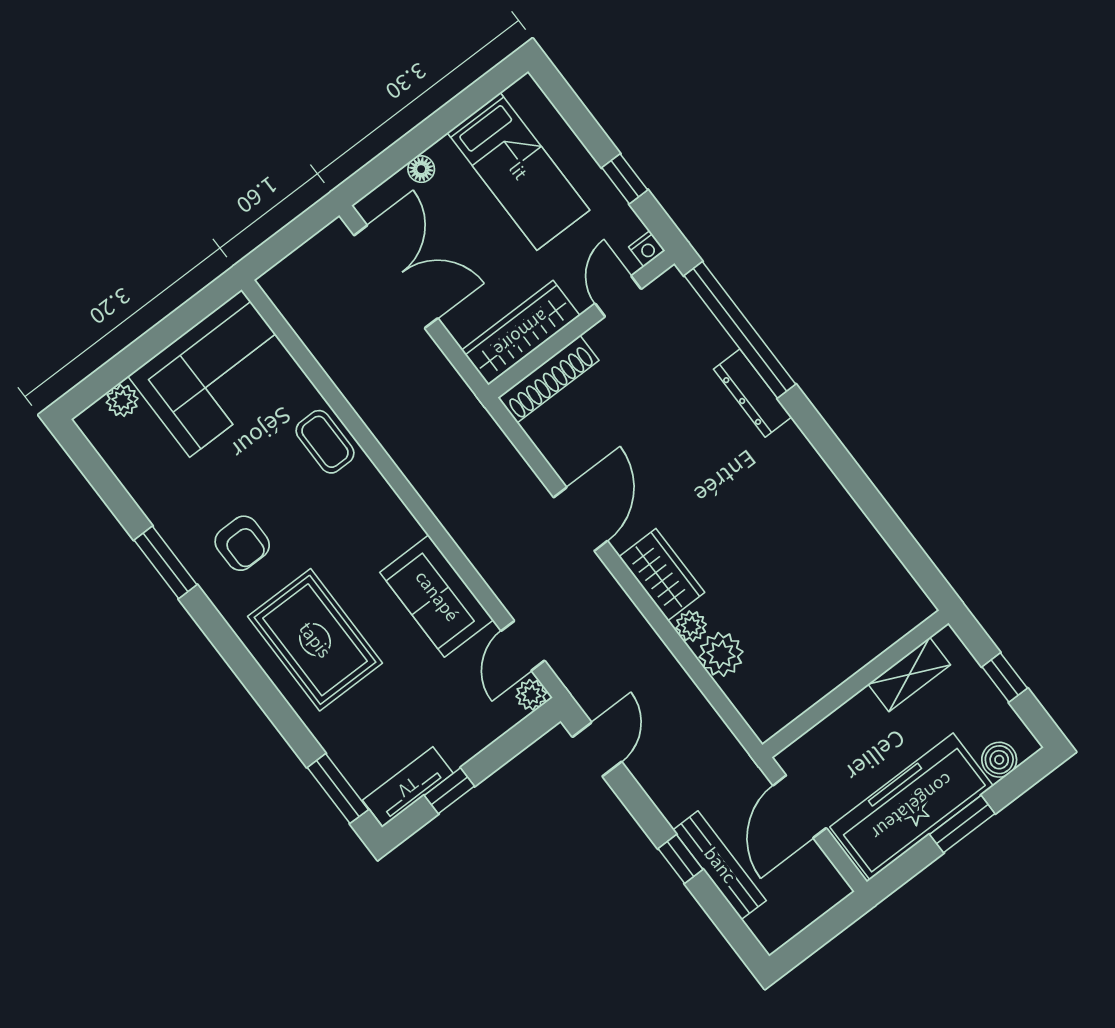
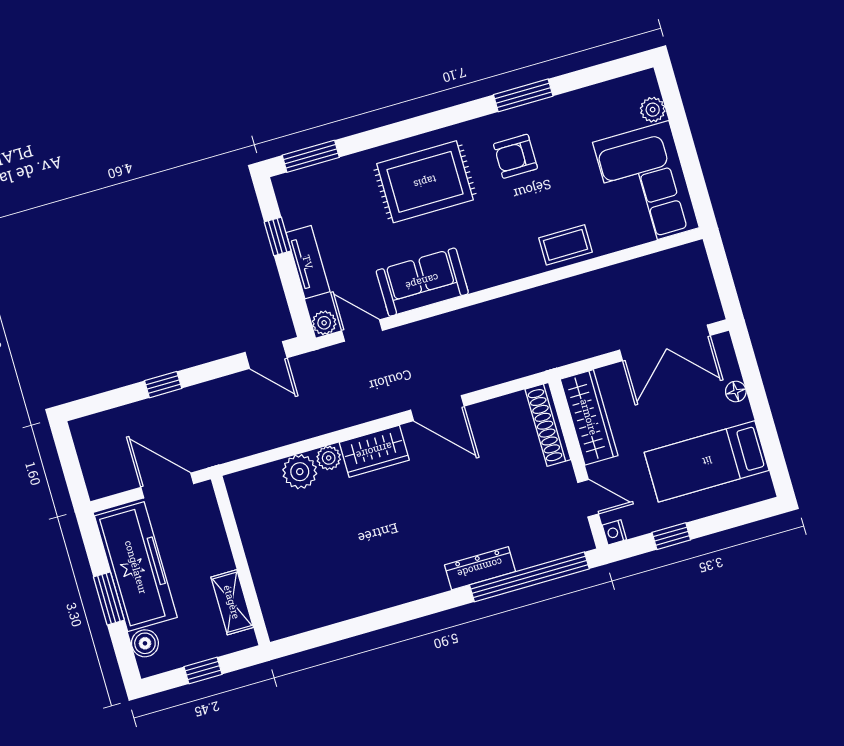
tv unit: (408, 787) -> (308, 262), moved
bench: (720, 865) -> (148, 411), removed

